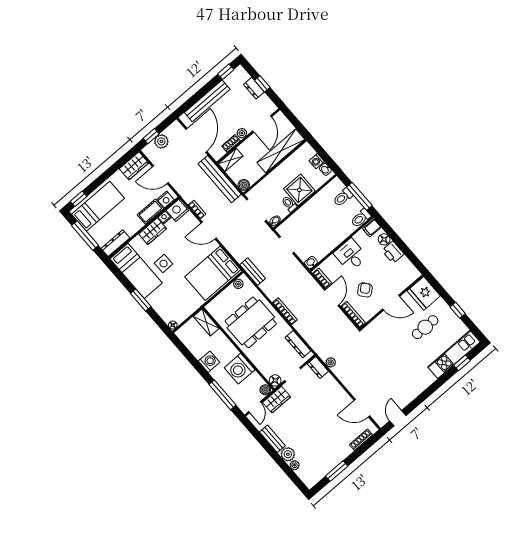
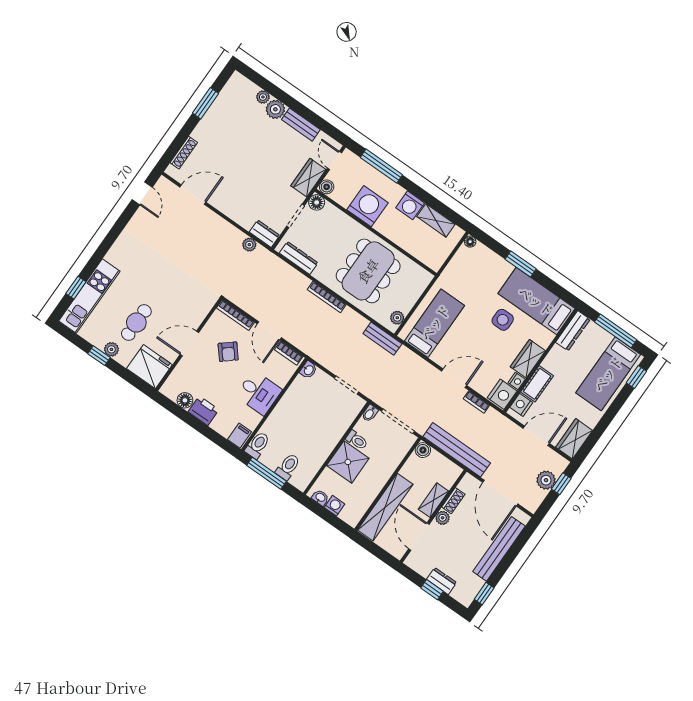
shelving: (231, 160) -> (433, 500), moved
floor lamp: (384, 239) -> (185, 400), moved
bed: (213, 273) -> (435, 323), width x0.67
plant: (448, 312) -> (111, 349), added
shelving: (206, 322) -> (436, 220), moved

